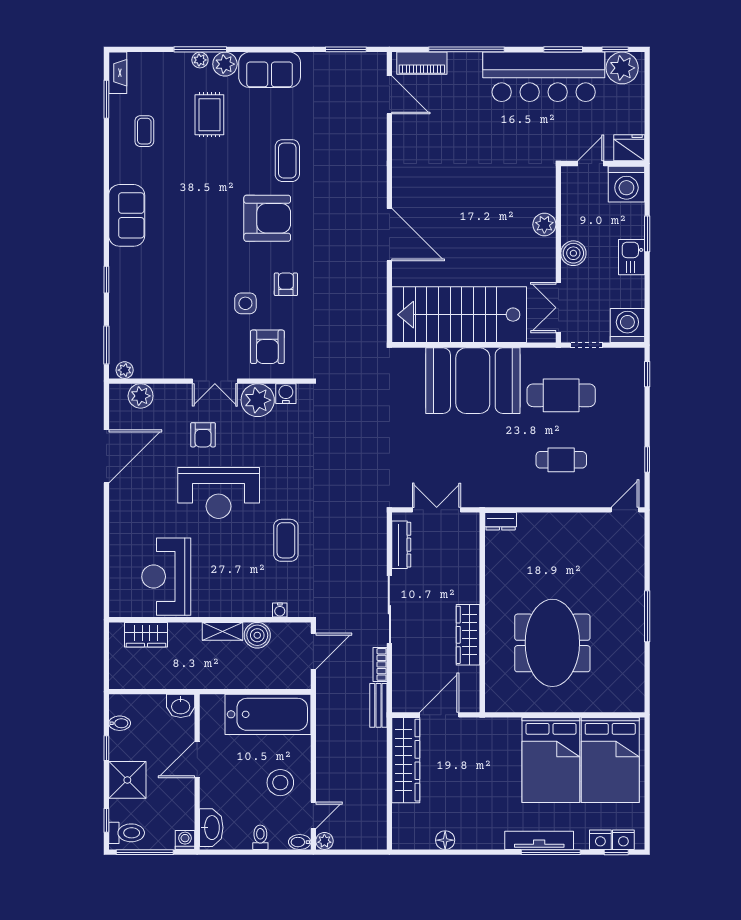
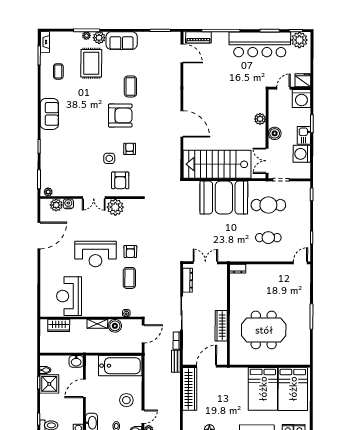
rug: (209, 115) -> (91, 63), width x1.36, depth x1.43
washing machine: (627, 326) -> (302, 154), moved, turned -90
water cooler: (286, 394) -> (68, 204), moved
armchair: (203, 435) -> (130, 251), moved
meeting table: (552, 643) -> (264, 330), turned 90
shower: (127, 780) -> (49, 384), moved

